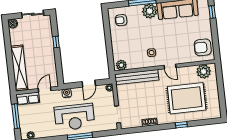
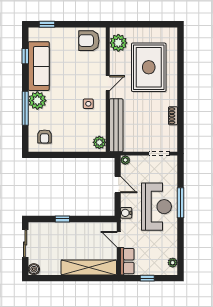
armchair: (203, 47) -> (89, 41), turned 90
window: (16, 116) -> (147, 278), width x0.46
window: (181, 125) -> (180, 77), removed

